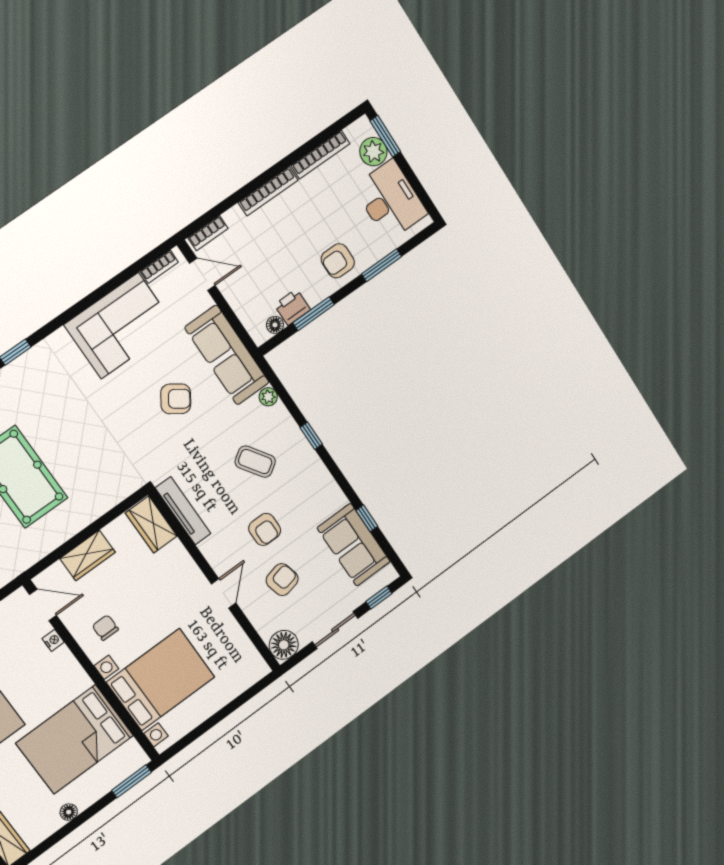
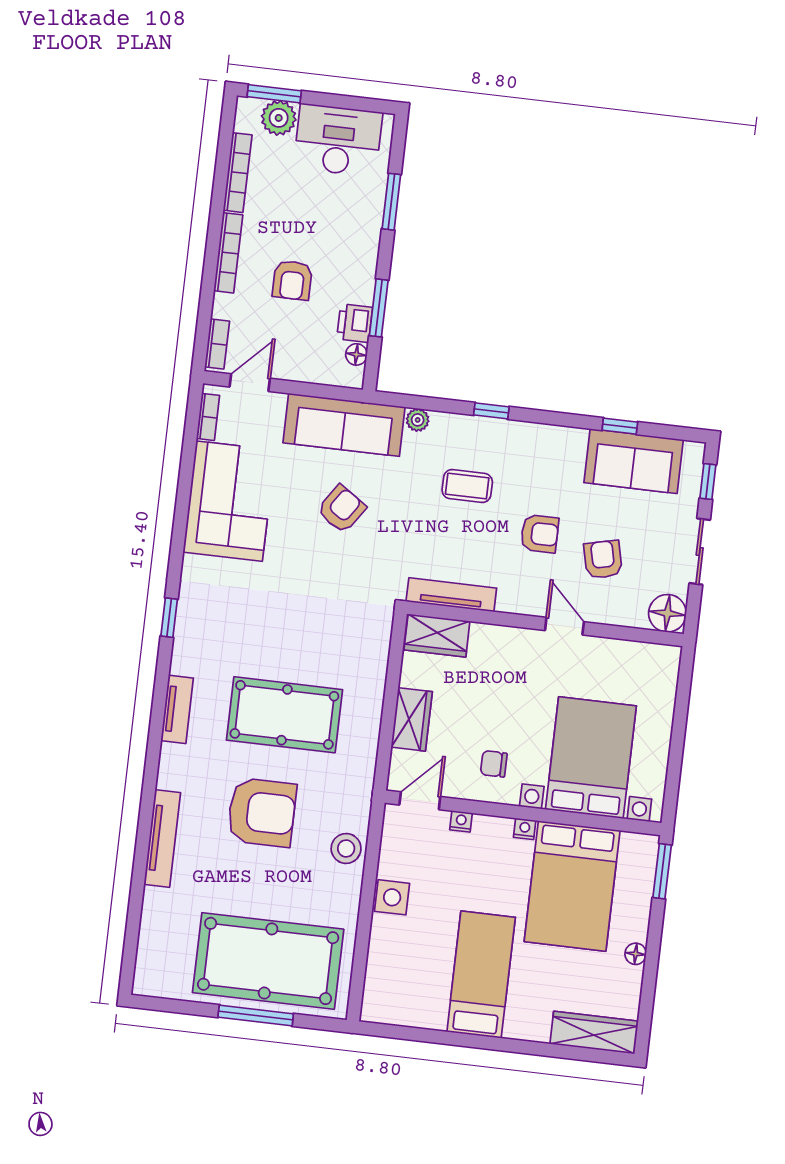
armchair: (338, 261) -> (292, 280), moved
coffee table: (255, 462) -> (467, 486), turned 34
nightstand: (83, 681) -> (525, 829), added

